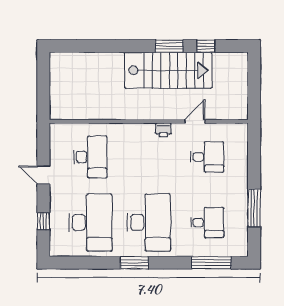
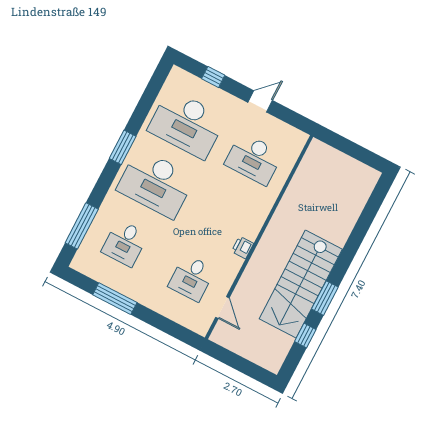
door: (195, 121) -> (222, 308), moved

